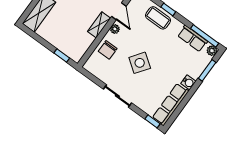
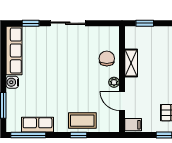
shelving: (99, 25) -> (131, 63), moved
plant: (212, 51) -> (12, 126), removed
side table: (140, 63) -> (69, 68), removed
window: (152, 121) -> (31, 23), moved

